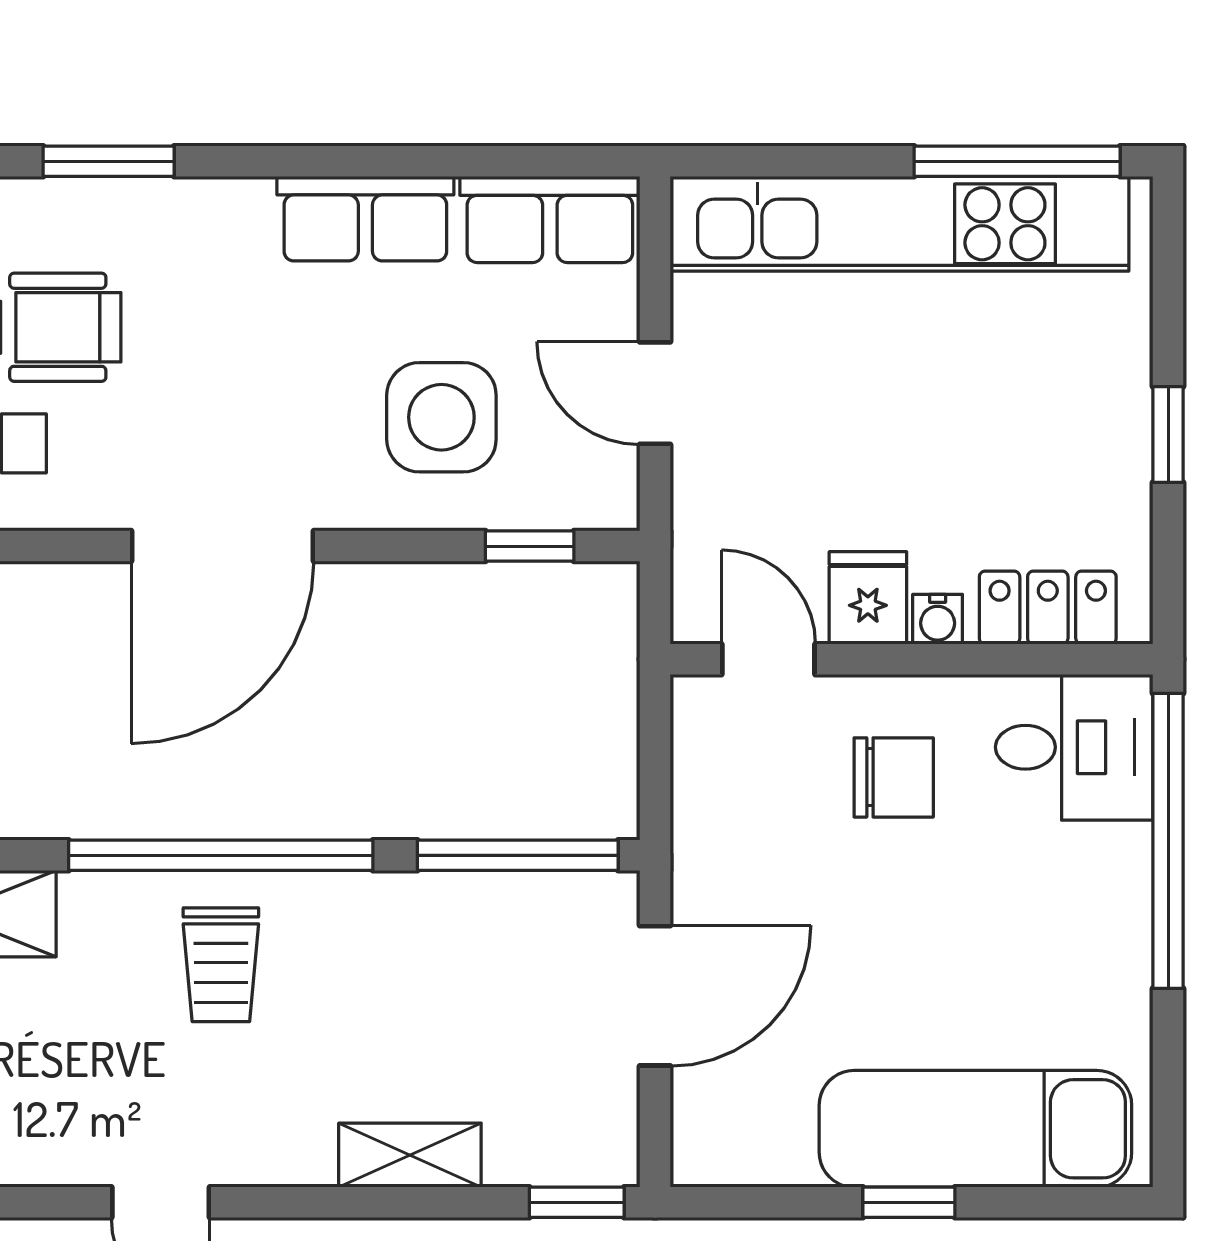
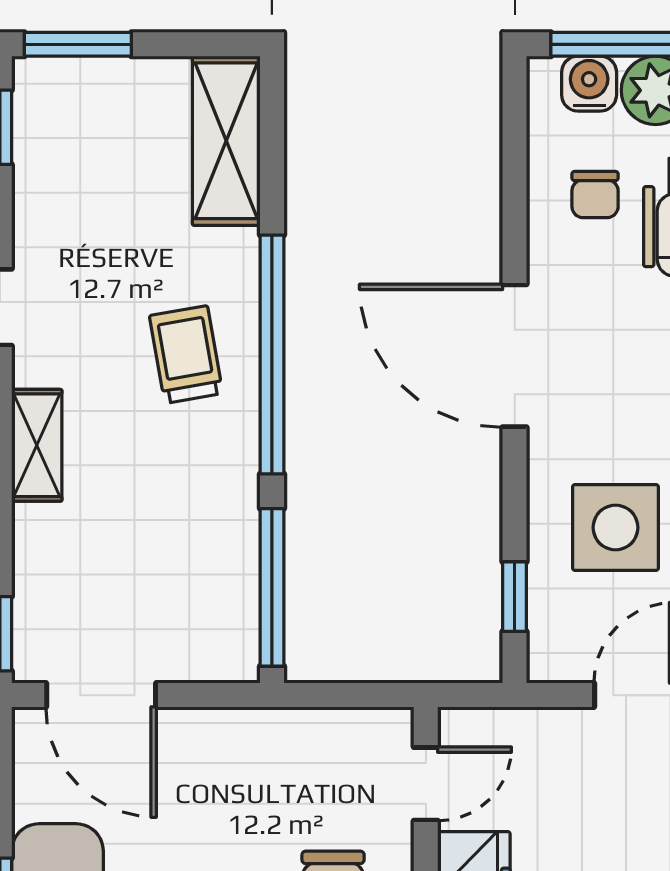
trolley: (221, 965) -> (186, 355), turned 80
door: (655, 996) -> (101, 695), moved
shelving: (410, 1155) -> (37, 445), moved

